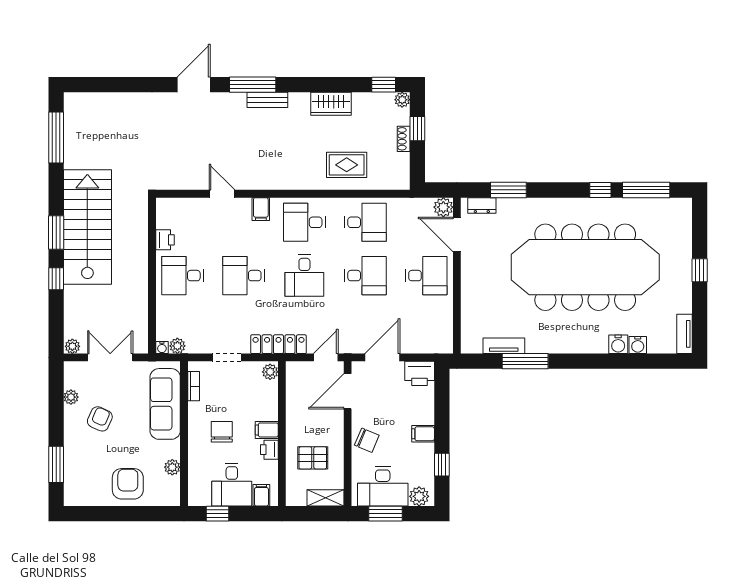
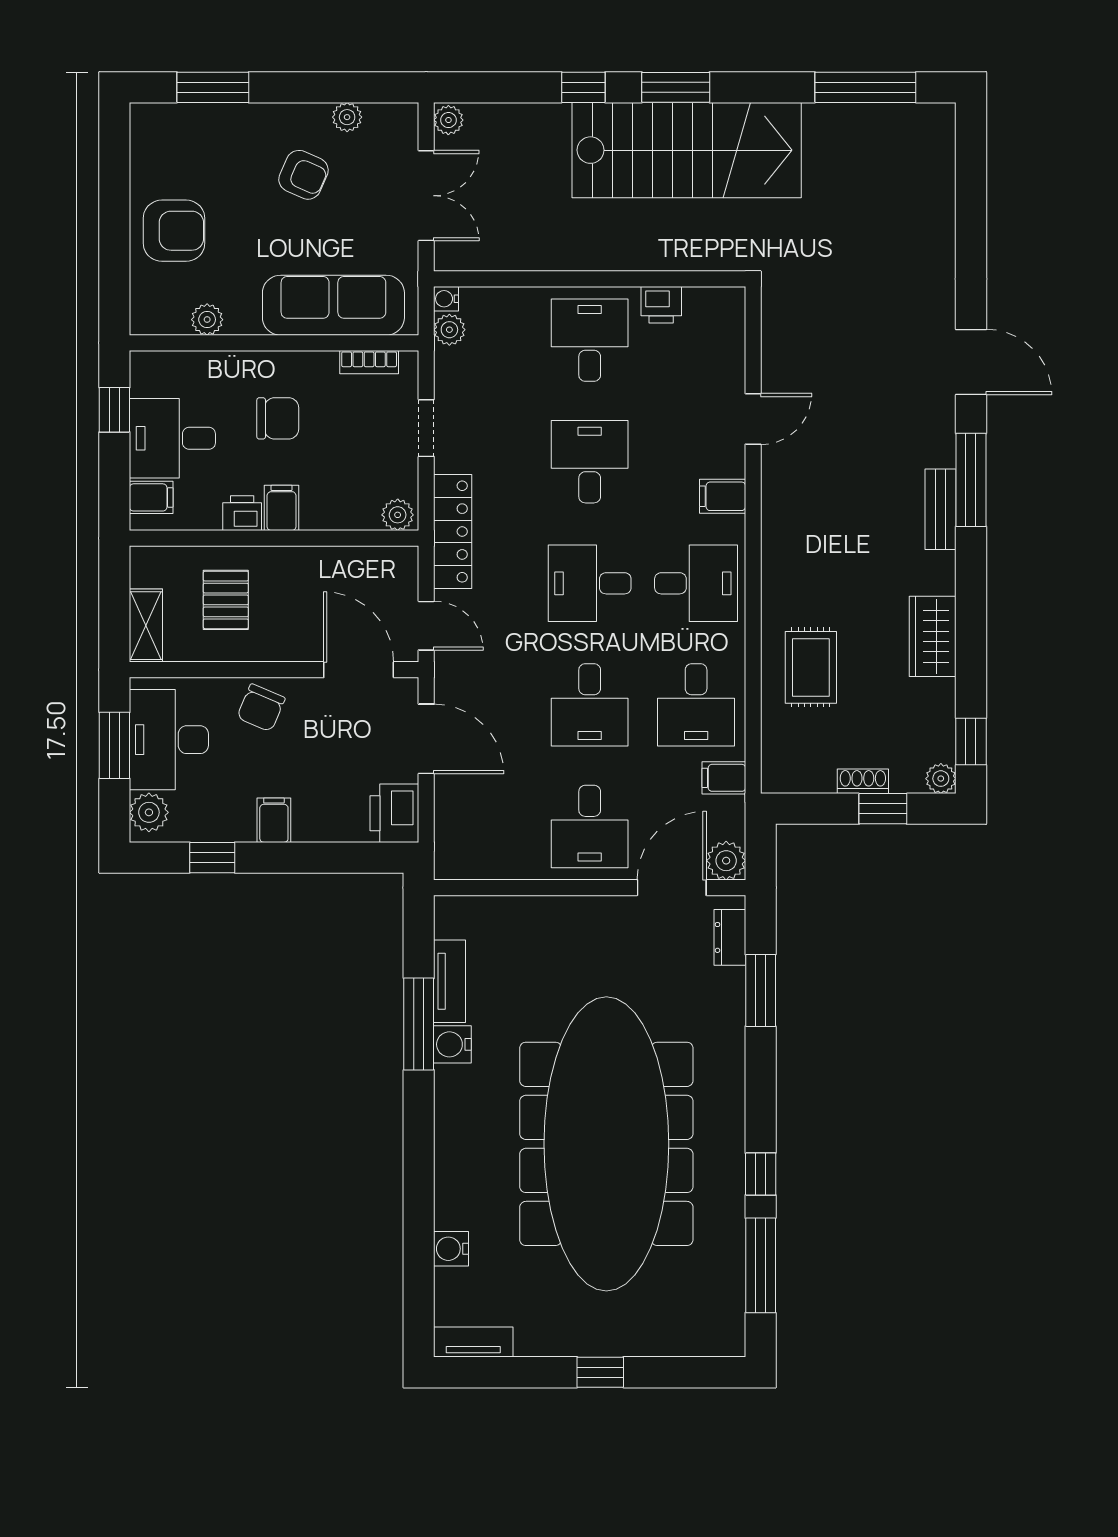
filing cabinet: (402, 208) -> (724, 778), added
desk: (304, 222) -> (696, 583), turned 90
water cooler: (618, 344) -> (452, 1044), moved

